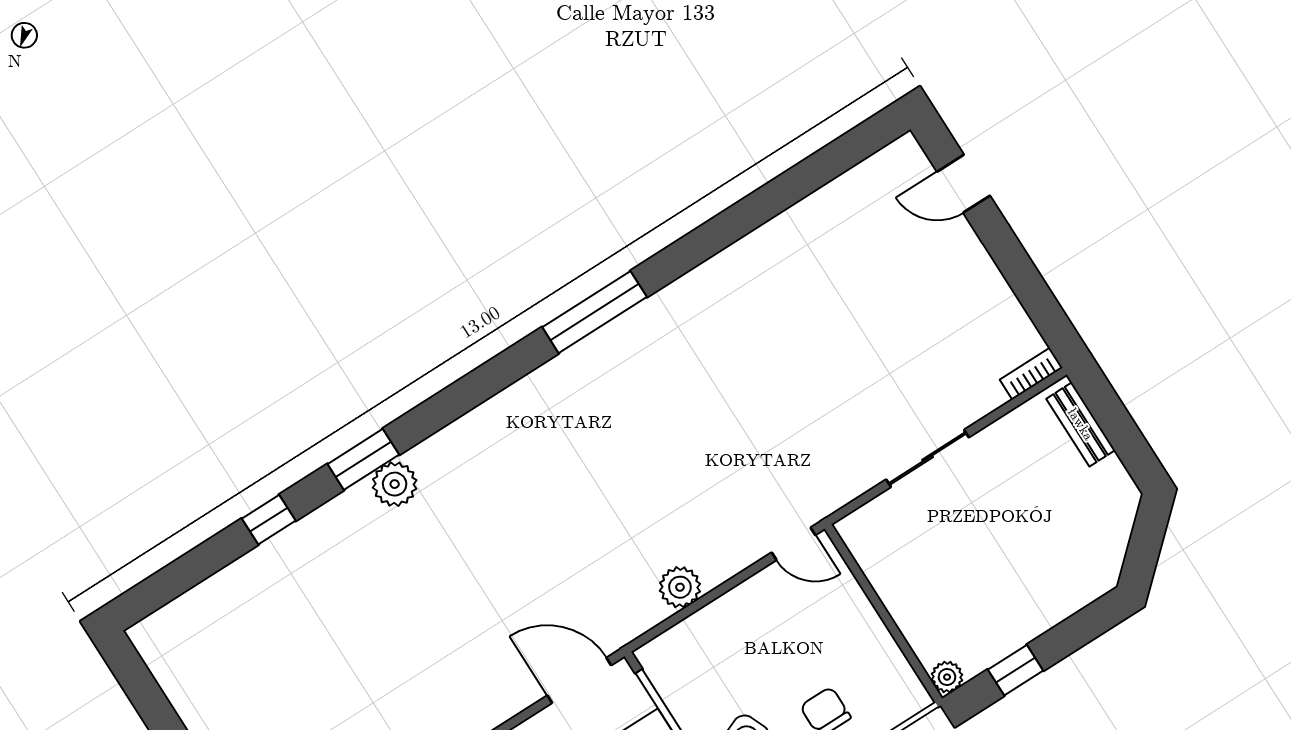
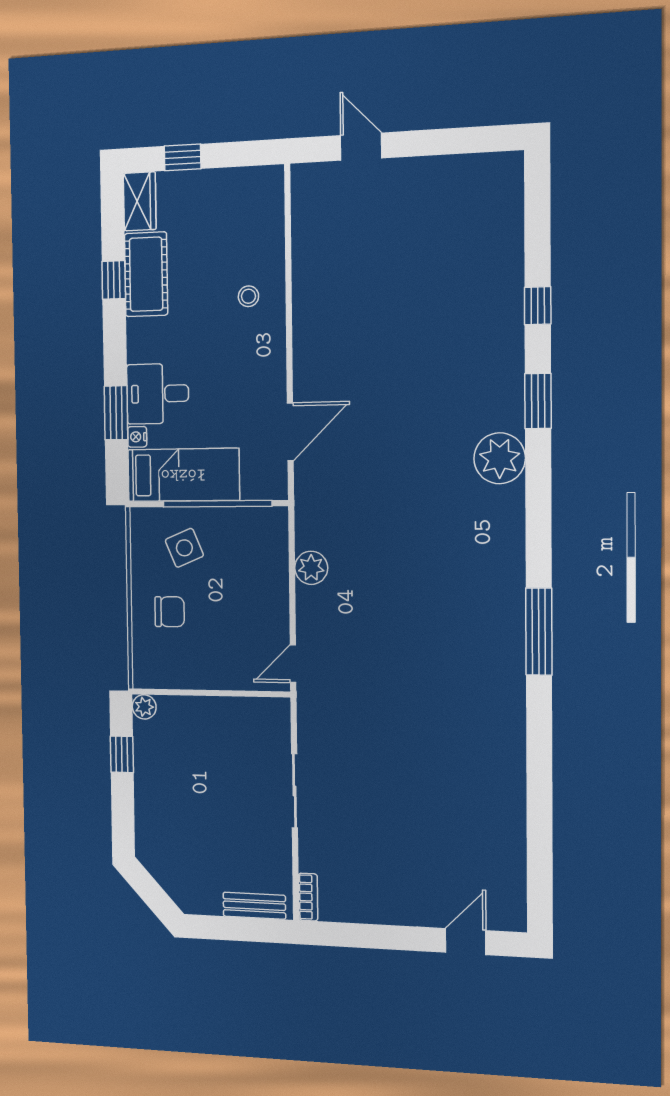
plant: (395, 484) -> (500, 458), moved, width x1.36, depth x1.36
door: (579, 680) -> (290, 432), moved

